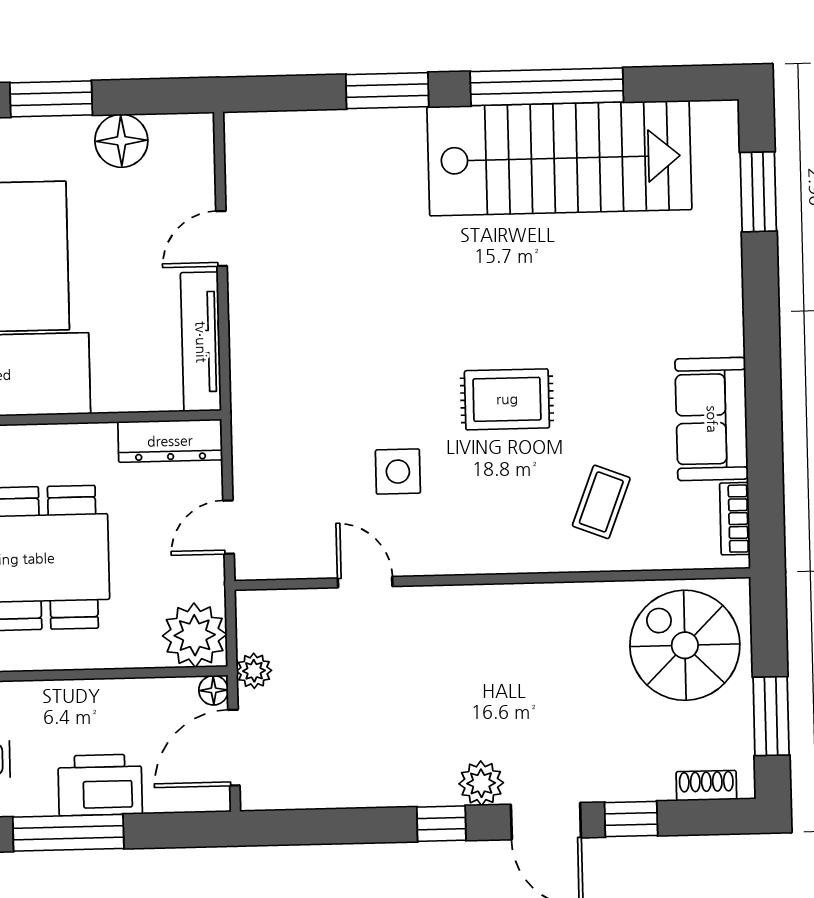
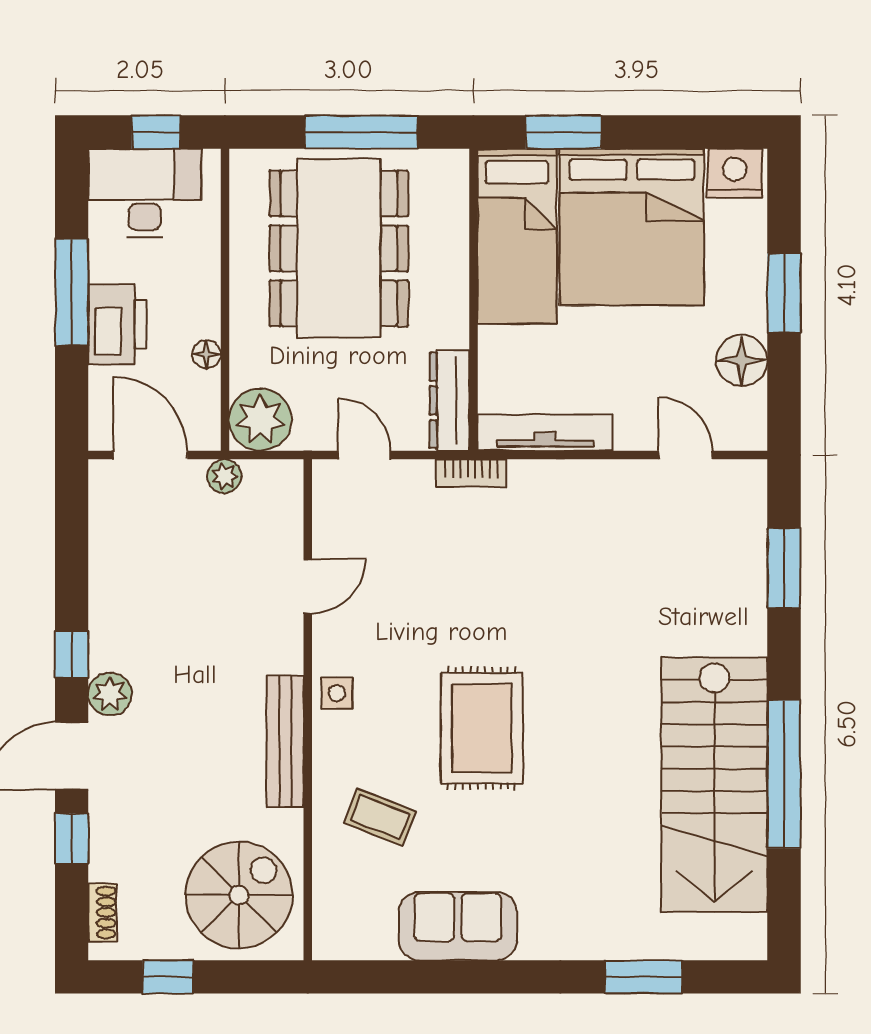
window: (387, 91) -> (784, 568), moved
window: (758, 192) -> (644, 977), moved
door: (221, 238) -> (685, 455), moved
rug: (507, 399) -> (482, 728), width x1.36, depth x1.43
side table: (398, 472) -> (337, 693), moved, width x0.73, depth x0.73
bookcase: (735, 519) -> (471, 473), moved, turned 180
bench: (525, 602) -> (285, 741), added
floor lamp: (214, 690) -> (206, 354), moved
window: (771, 716) -> (168, 977), width x0.67

